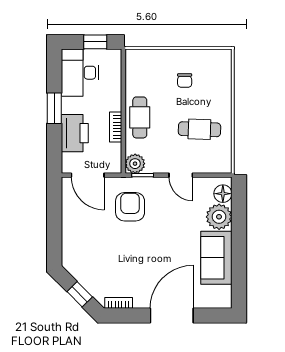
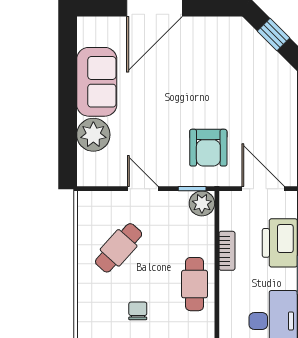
cafe table: (140, 117) -> (195, 284), moved
cafe table: (199, 129) -> (119, 248), turned -50
floor lamp: (223, 194) -> (88, 165), removed
bookcase: (119, 303) -> (223, 24), removed

